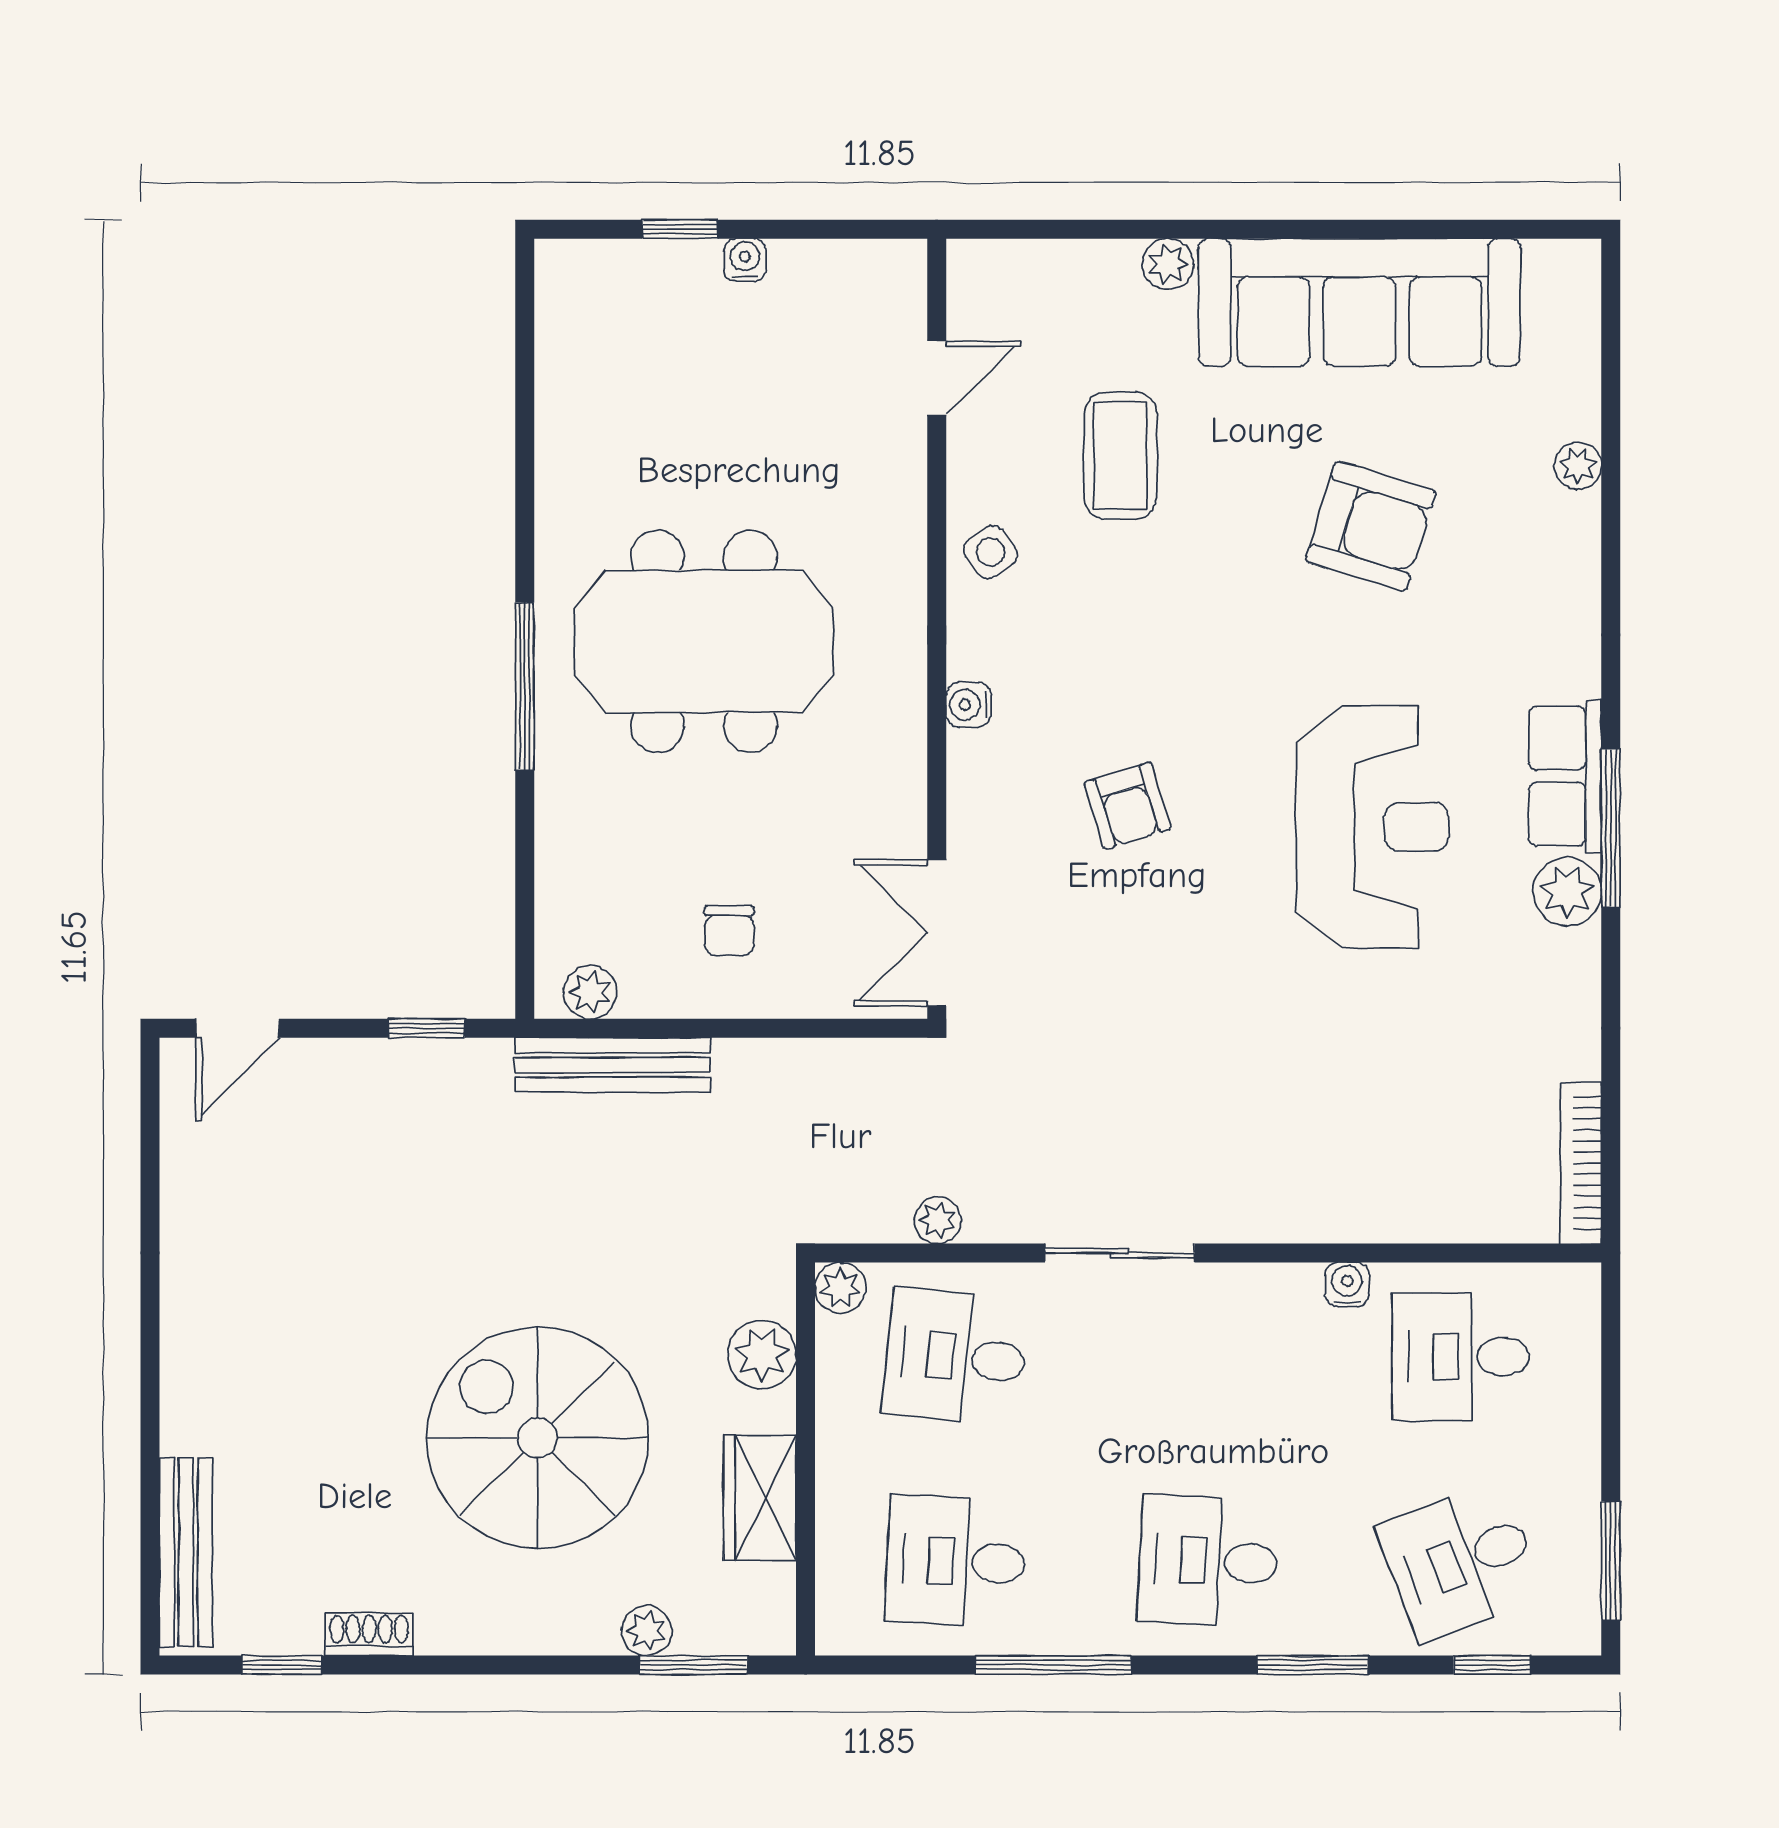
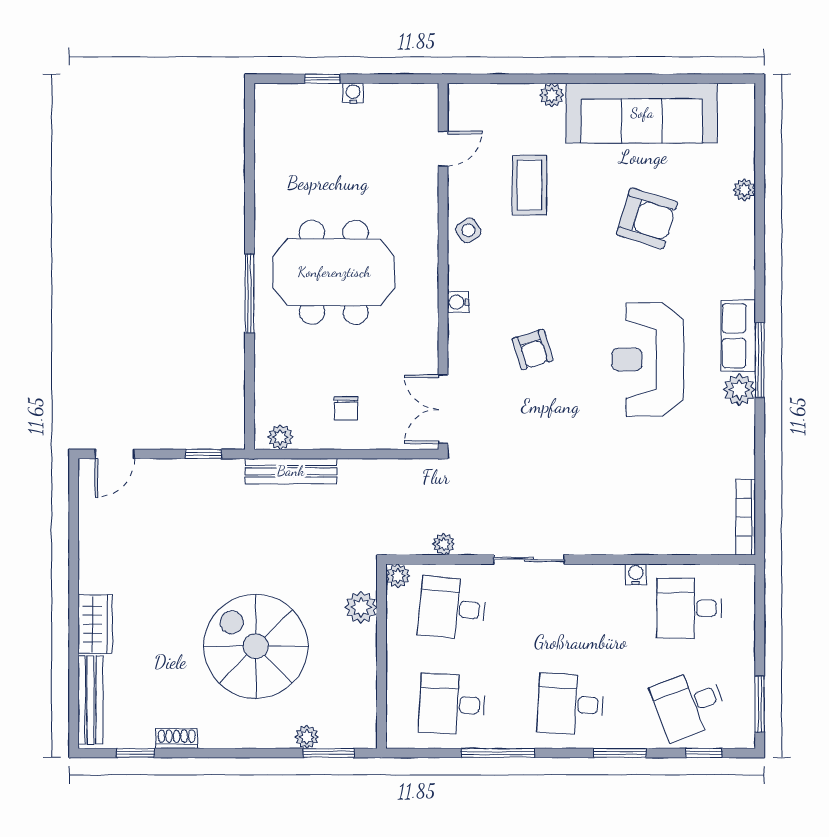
reception desk: (1372, 827) -> (648, 359), turned 180
wardrobe: (760, 1498) -> (95, 624), moved, turned 180

